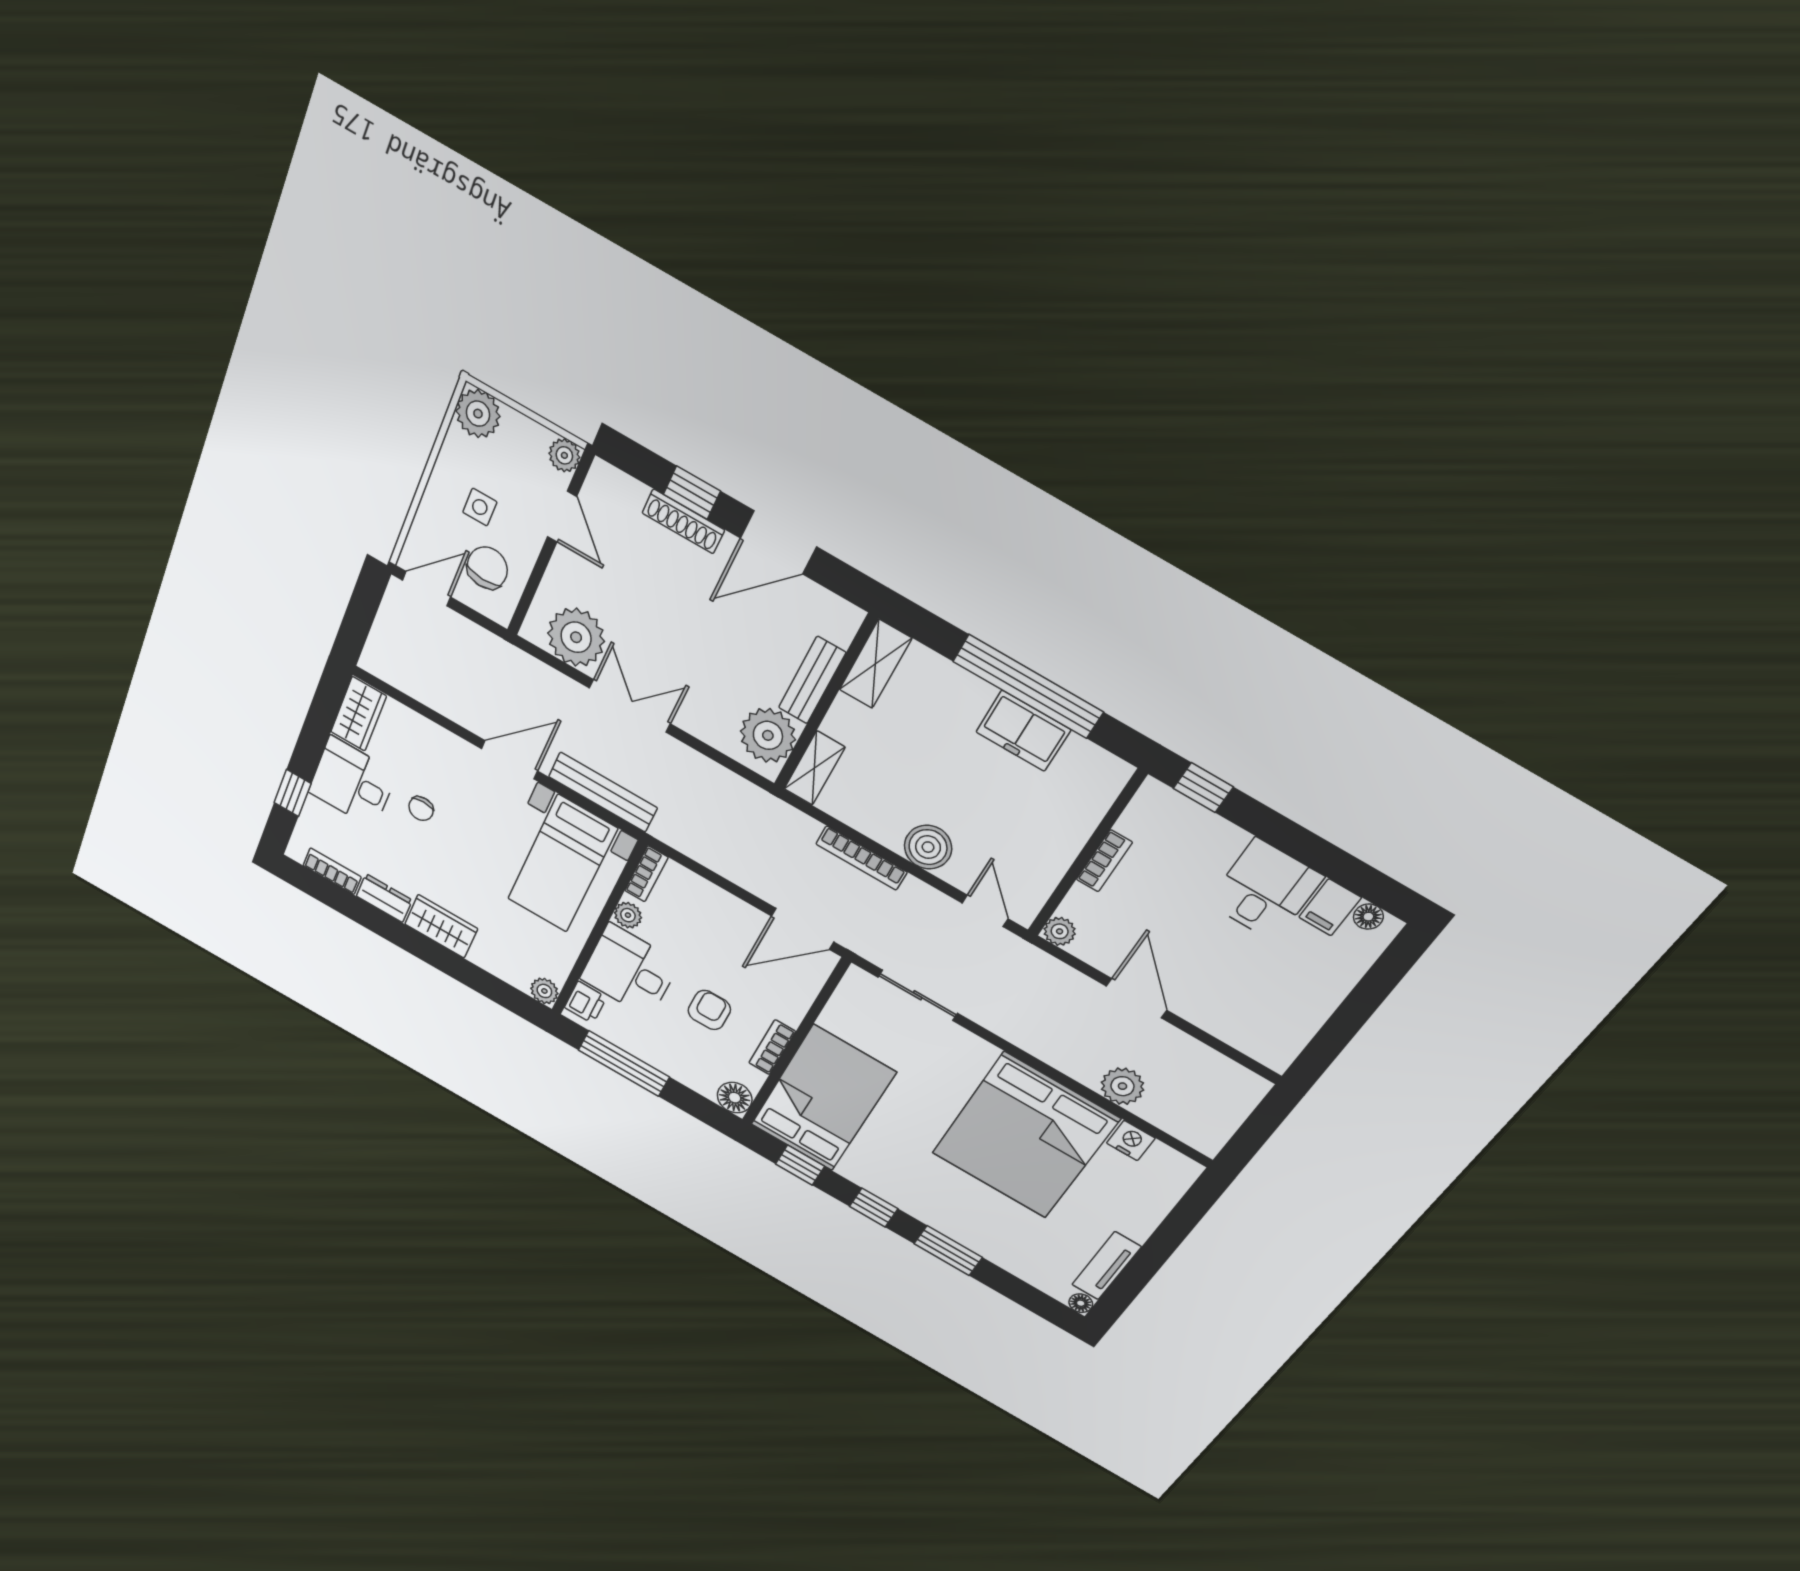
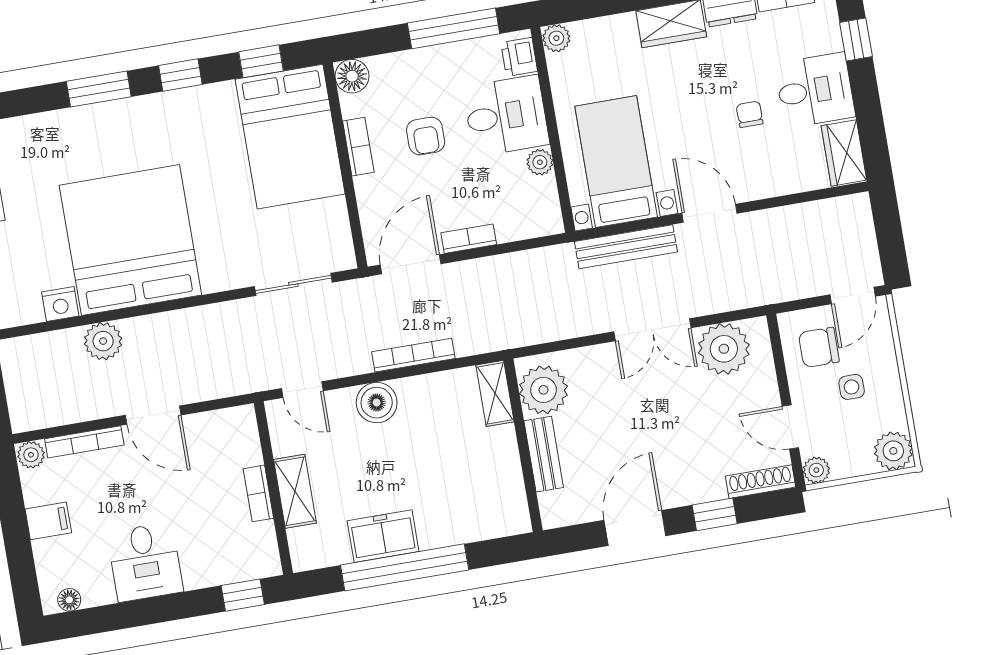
shoe rack: (683, 521) -> (761, 482), moved
chair: (487, 568) -> (819, 347), turned 88
shelving: (875, 664) -> (295, 491), moved
door: (510, 760) -> (710, 213), swing flipped
bookcase: (646, 874) -> (469, 239), moved, turned 90
filing cabinet: (1330, 907) -> (48, 521), moved, turned 90
plant: (1060, 931) -> (31, 455), moved
bookcase: (1218, 1027) -> (84, 442), added

